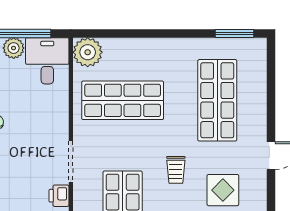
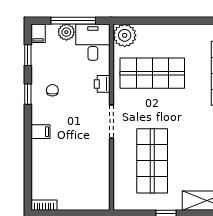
trolley: (176, 170) -> (194, 128), removed
printer: (59, 196) -> (102, 84), moved

